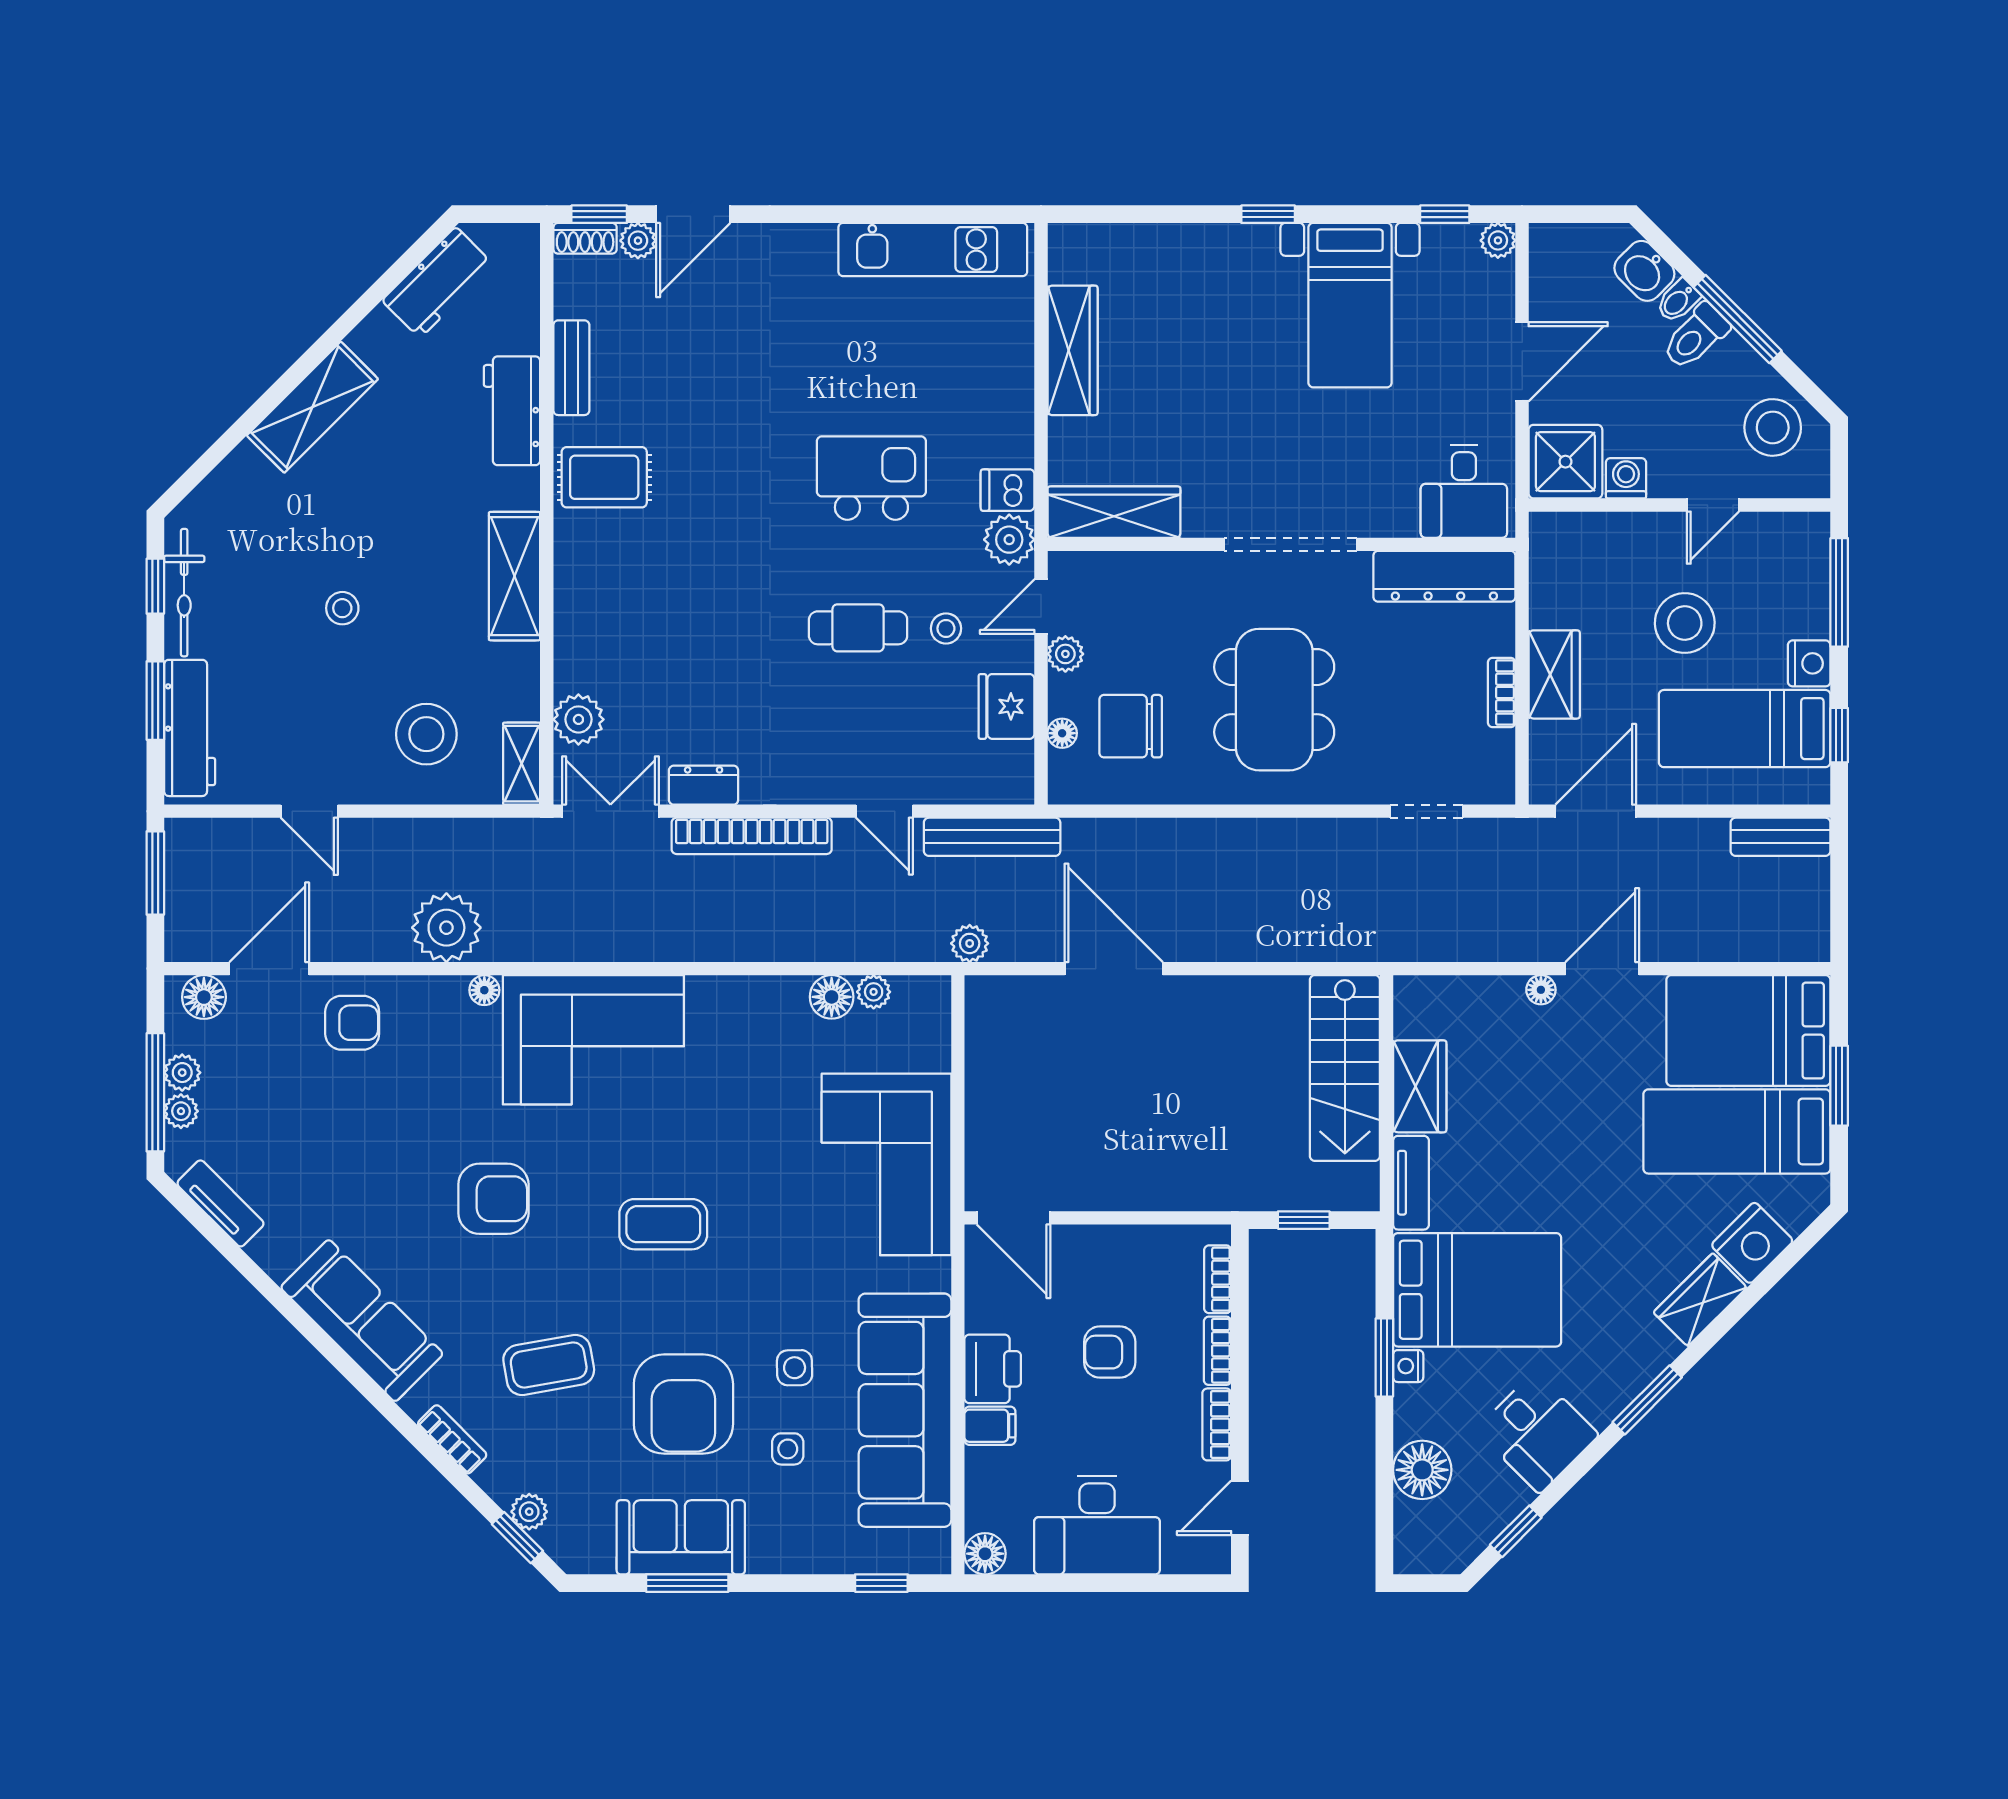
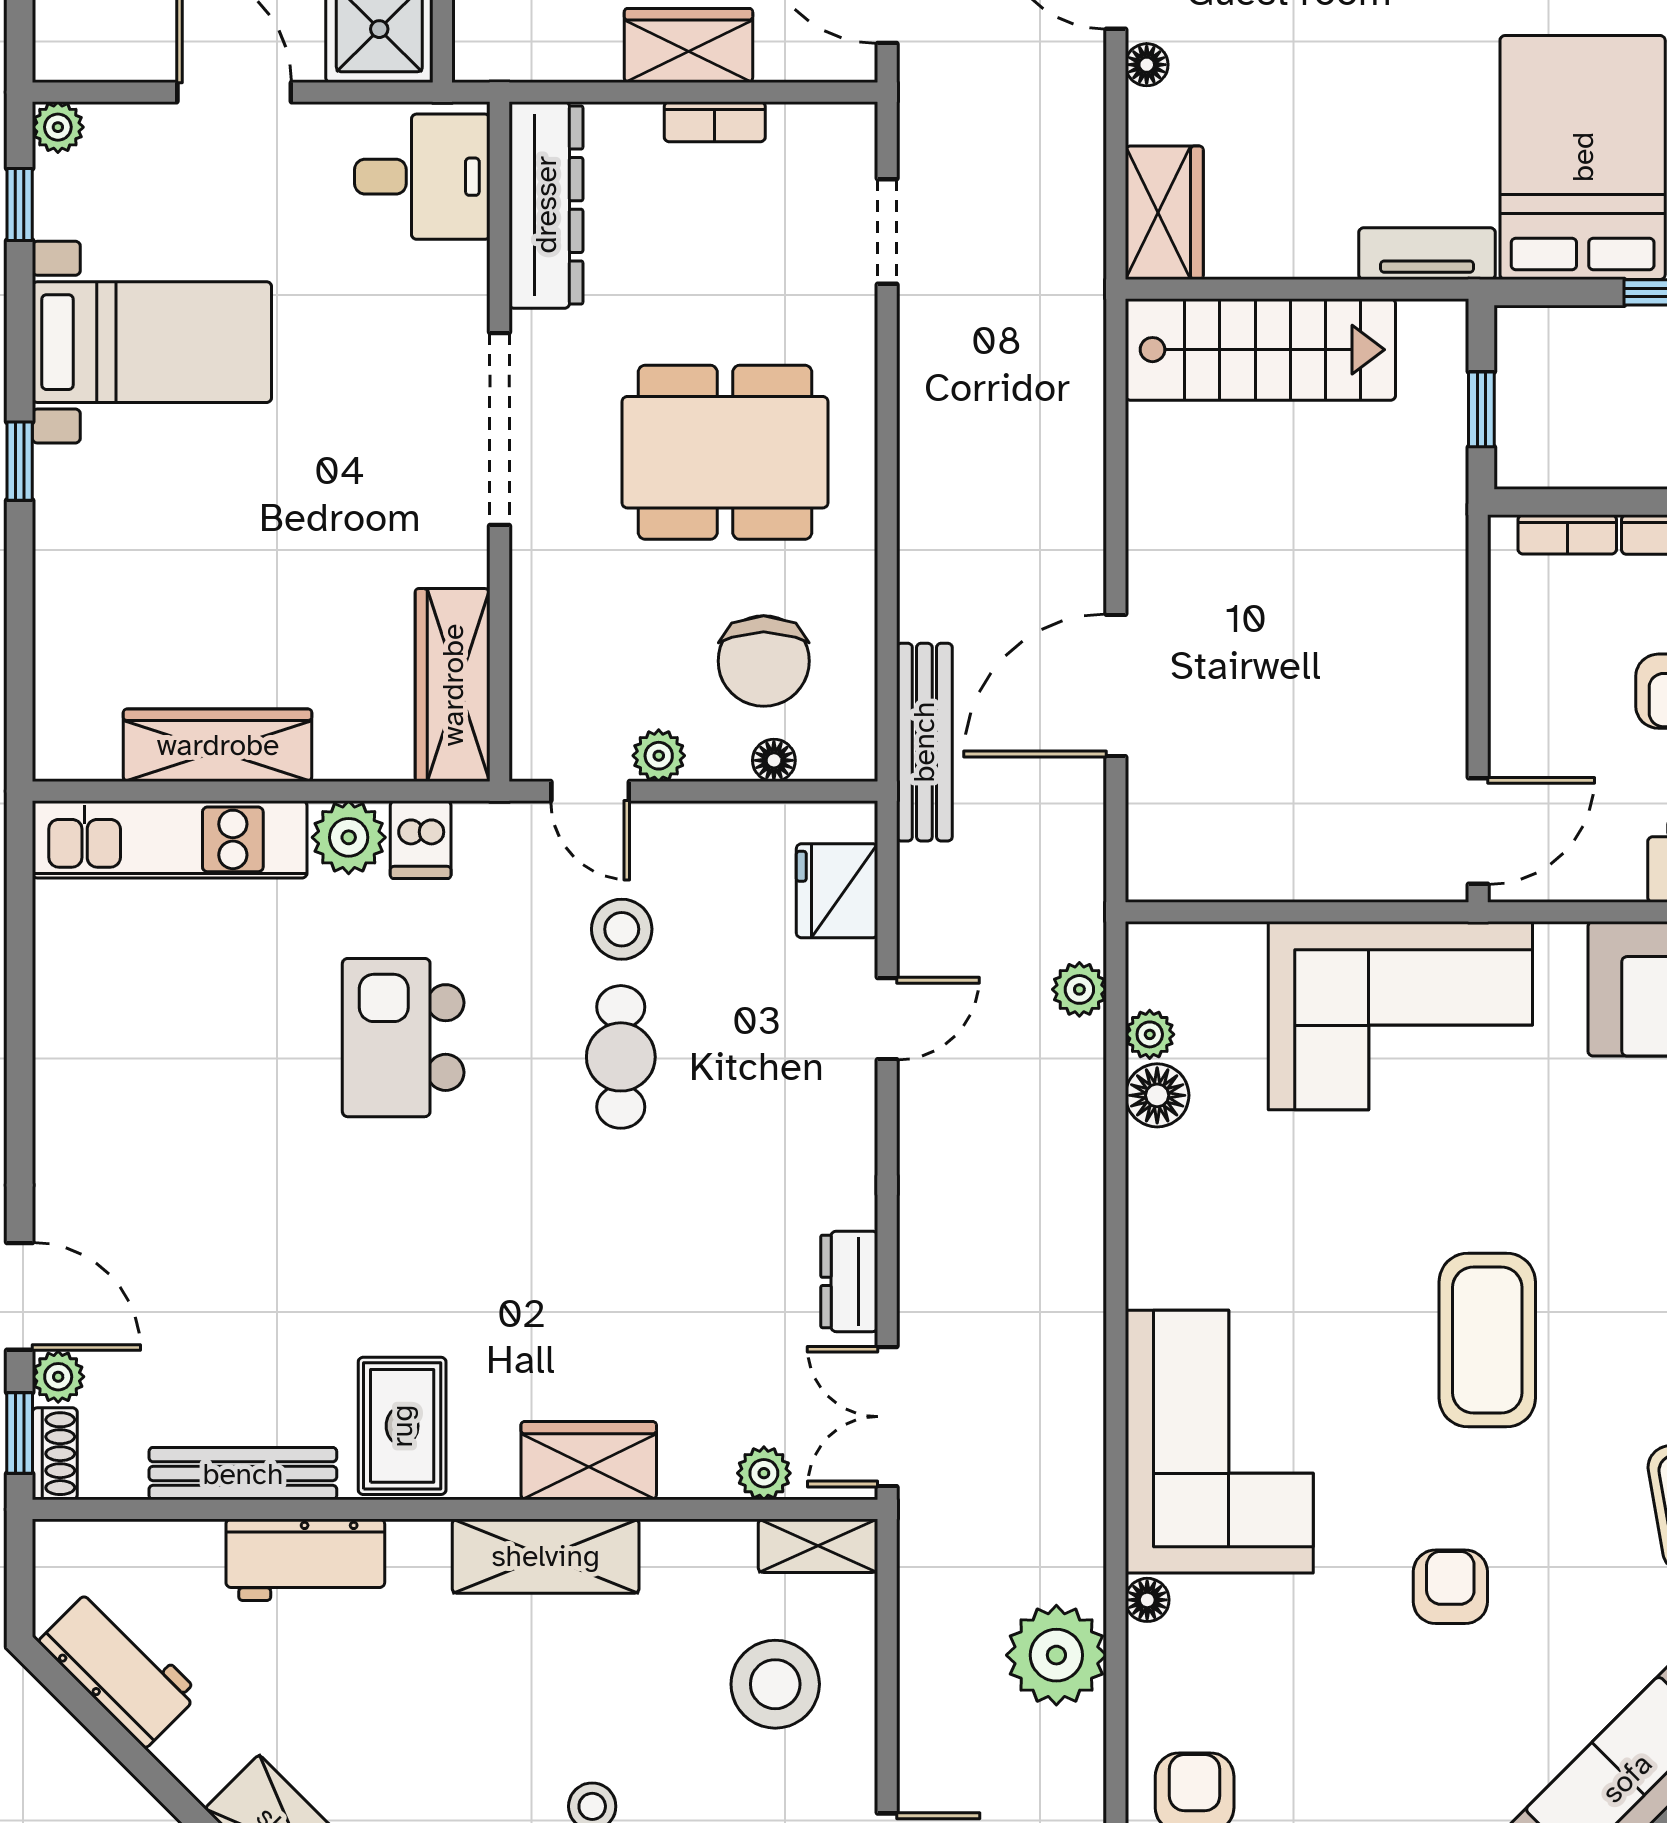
kitchen unit: (933, 250) -> (170, 839), moved, turned 90
bench: (571, 368) -> (243, 1474), width x1.36
plant: (1009, 540) -> (349, 837), moved
wardrobe: (580, 606) -> (589, 1461), added
stool: (946, 628) -> (622, 929), width x1.37, depth x1.37
fridge: (1006, 706) -> (837, 891), moved, turned 90
plant: (578, 719) -> (764, 1473), width x0.73, depth x0.73
bookcase: (752, 836) -> (923, 1212), removed
bench: (992, 837) -> (924, 742), moved
plant: (970, 943) -> (1079, 989), moved
wardrobe: (1420, 1086) -> (1164, 213), moved, turned 90
armchair: (493, 1199) -> (1450, 1587), width x0.72, depth x0.72
coffee table: (663, 1224) -> (1487, 1340), width x1.36, depth x1.32

